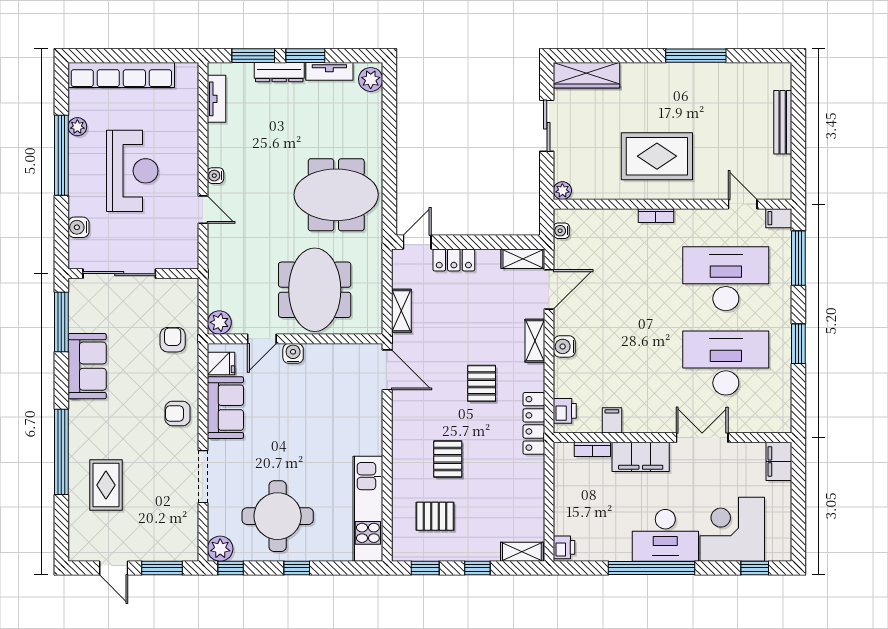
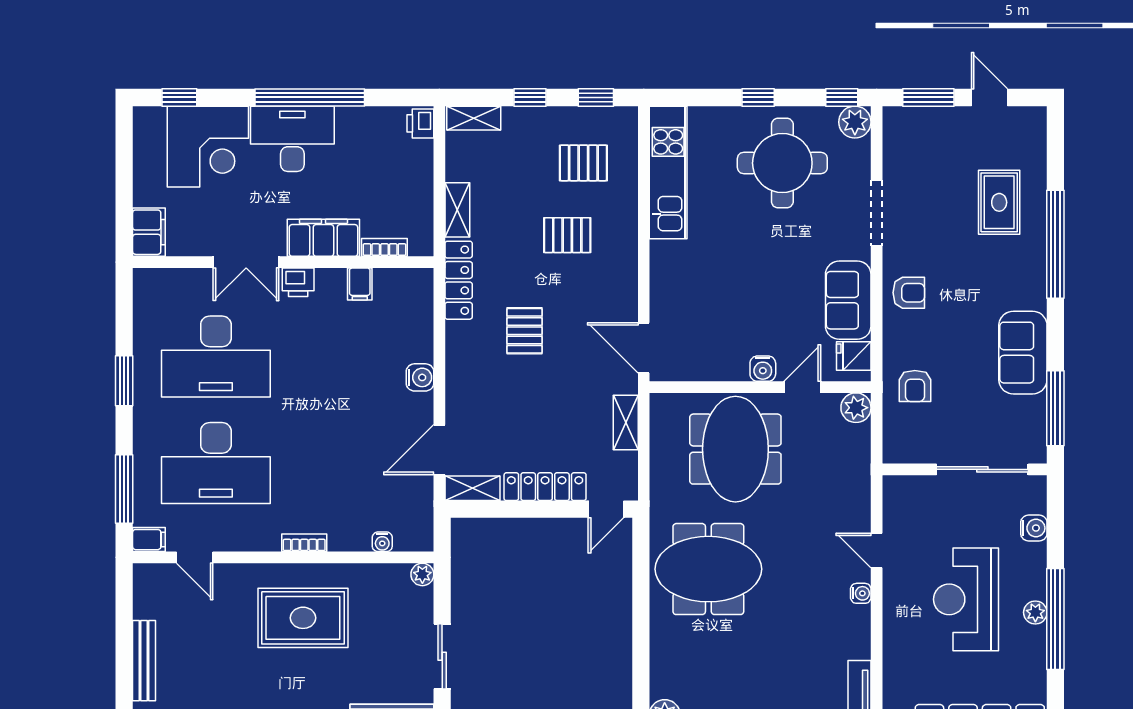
plant: (77, 127) -> (1035, 612), moved
water cooler: (561, 231) -> (382, 542), moved, turned 90
locker: (454, 260) -> (545, 487), width x1.53
shelving: (535, 341) -> (457, 210), moved
printer: (565, 411) -> (298, 282), moved, turned -90
pallet: (448, 459) -> (567, 235), turned 90

